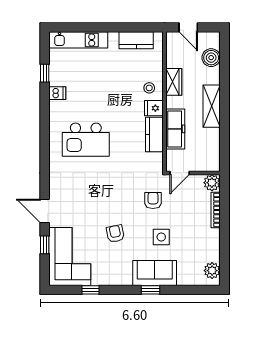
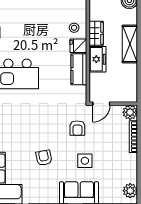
wardrobe: (174, 82) -> (96, 33), moved
freezer: (175, 129) -> (97, 59), width x0.71
armchair: (153, 200) -> (77, 128), turned 180

